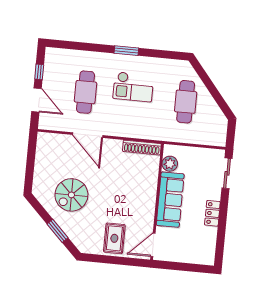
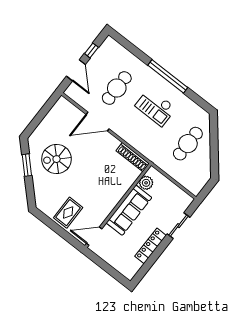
window: (126, 51) -> (168, 76), width x2.11
door: (88, 135) -> (98, 122), hinge flipped
sliding door: (227, 173) -> (178, 226), moved
locker: (212, 213) -> (151, 246), width x1.53
window: (58, 231) -> (27, 165), moved

